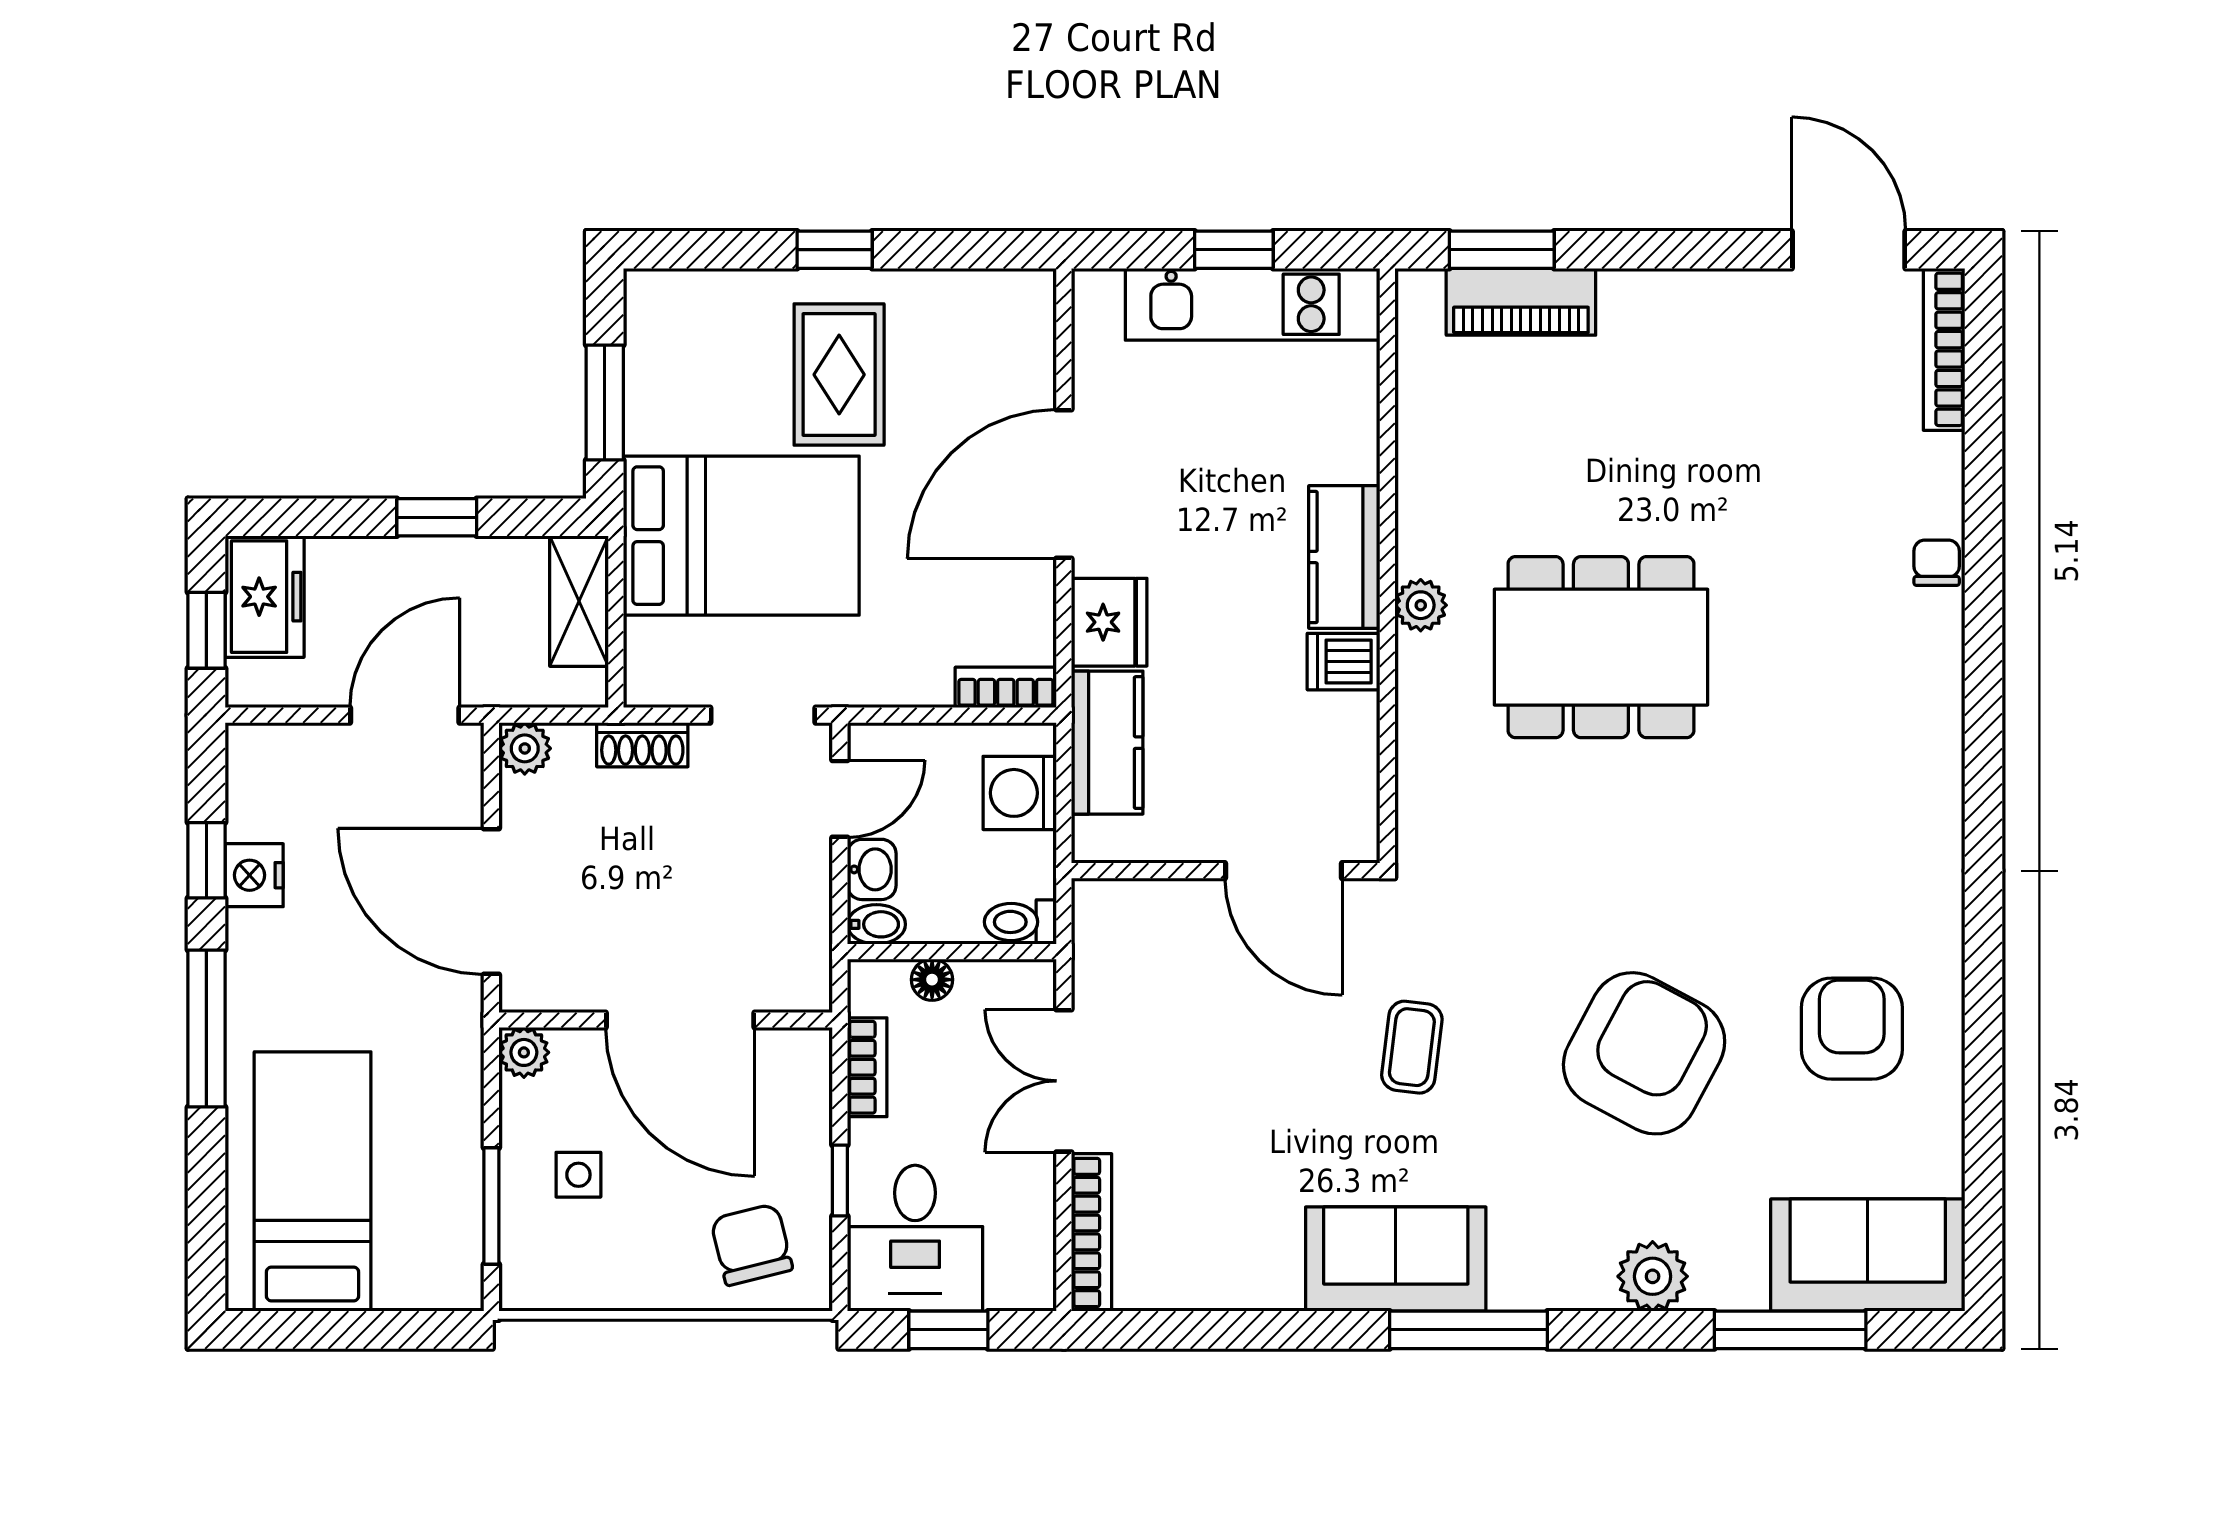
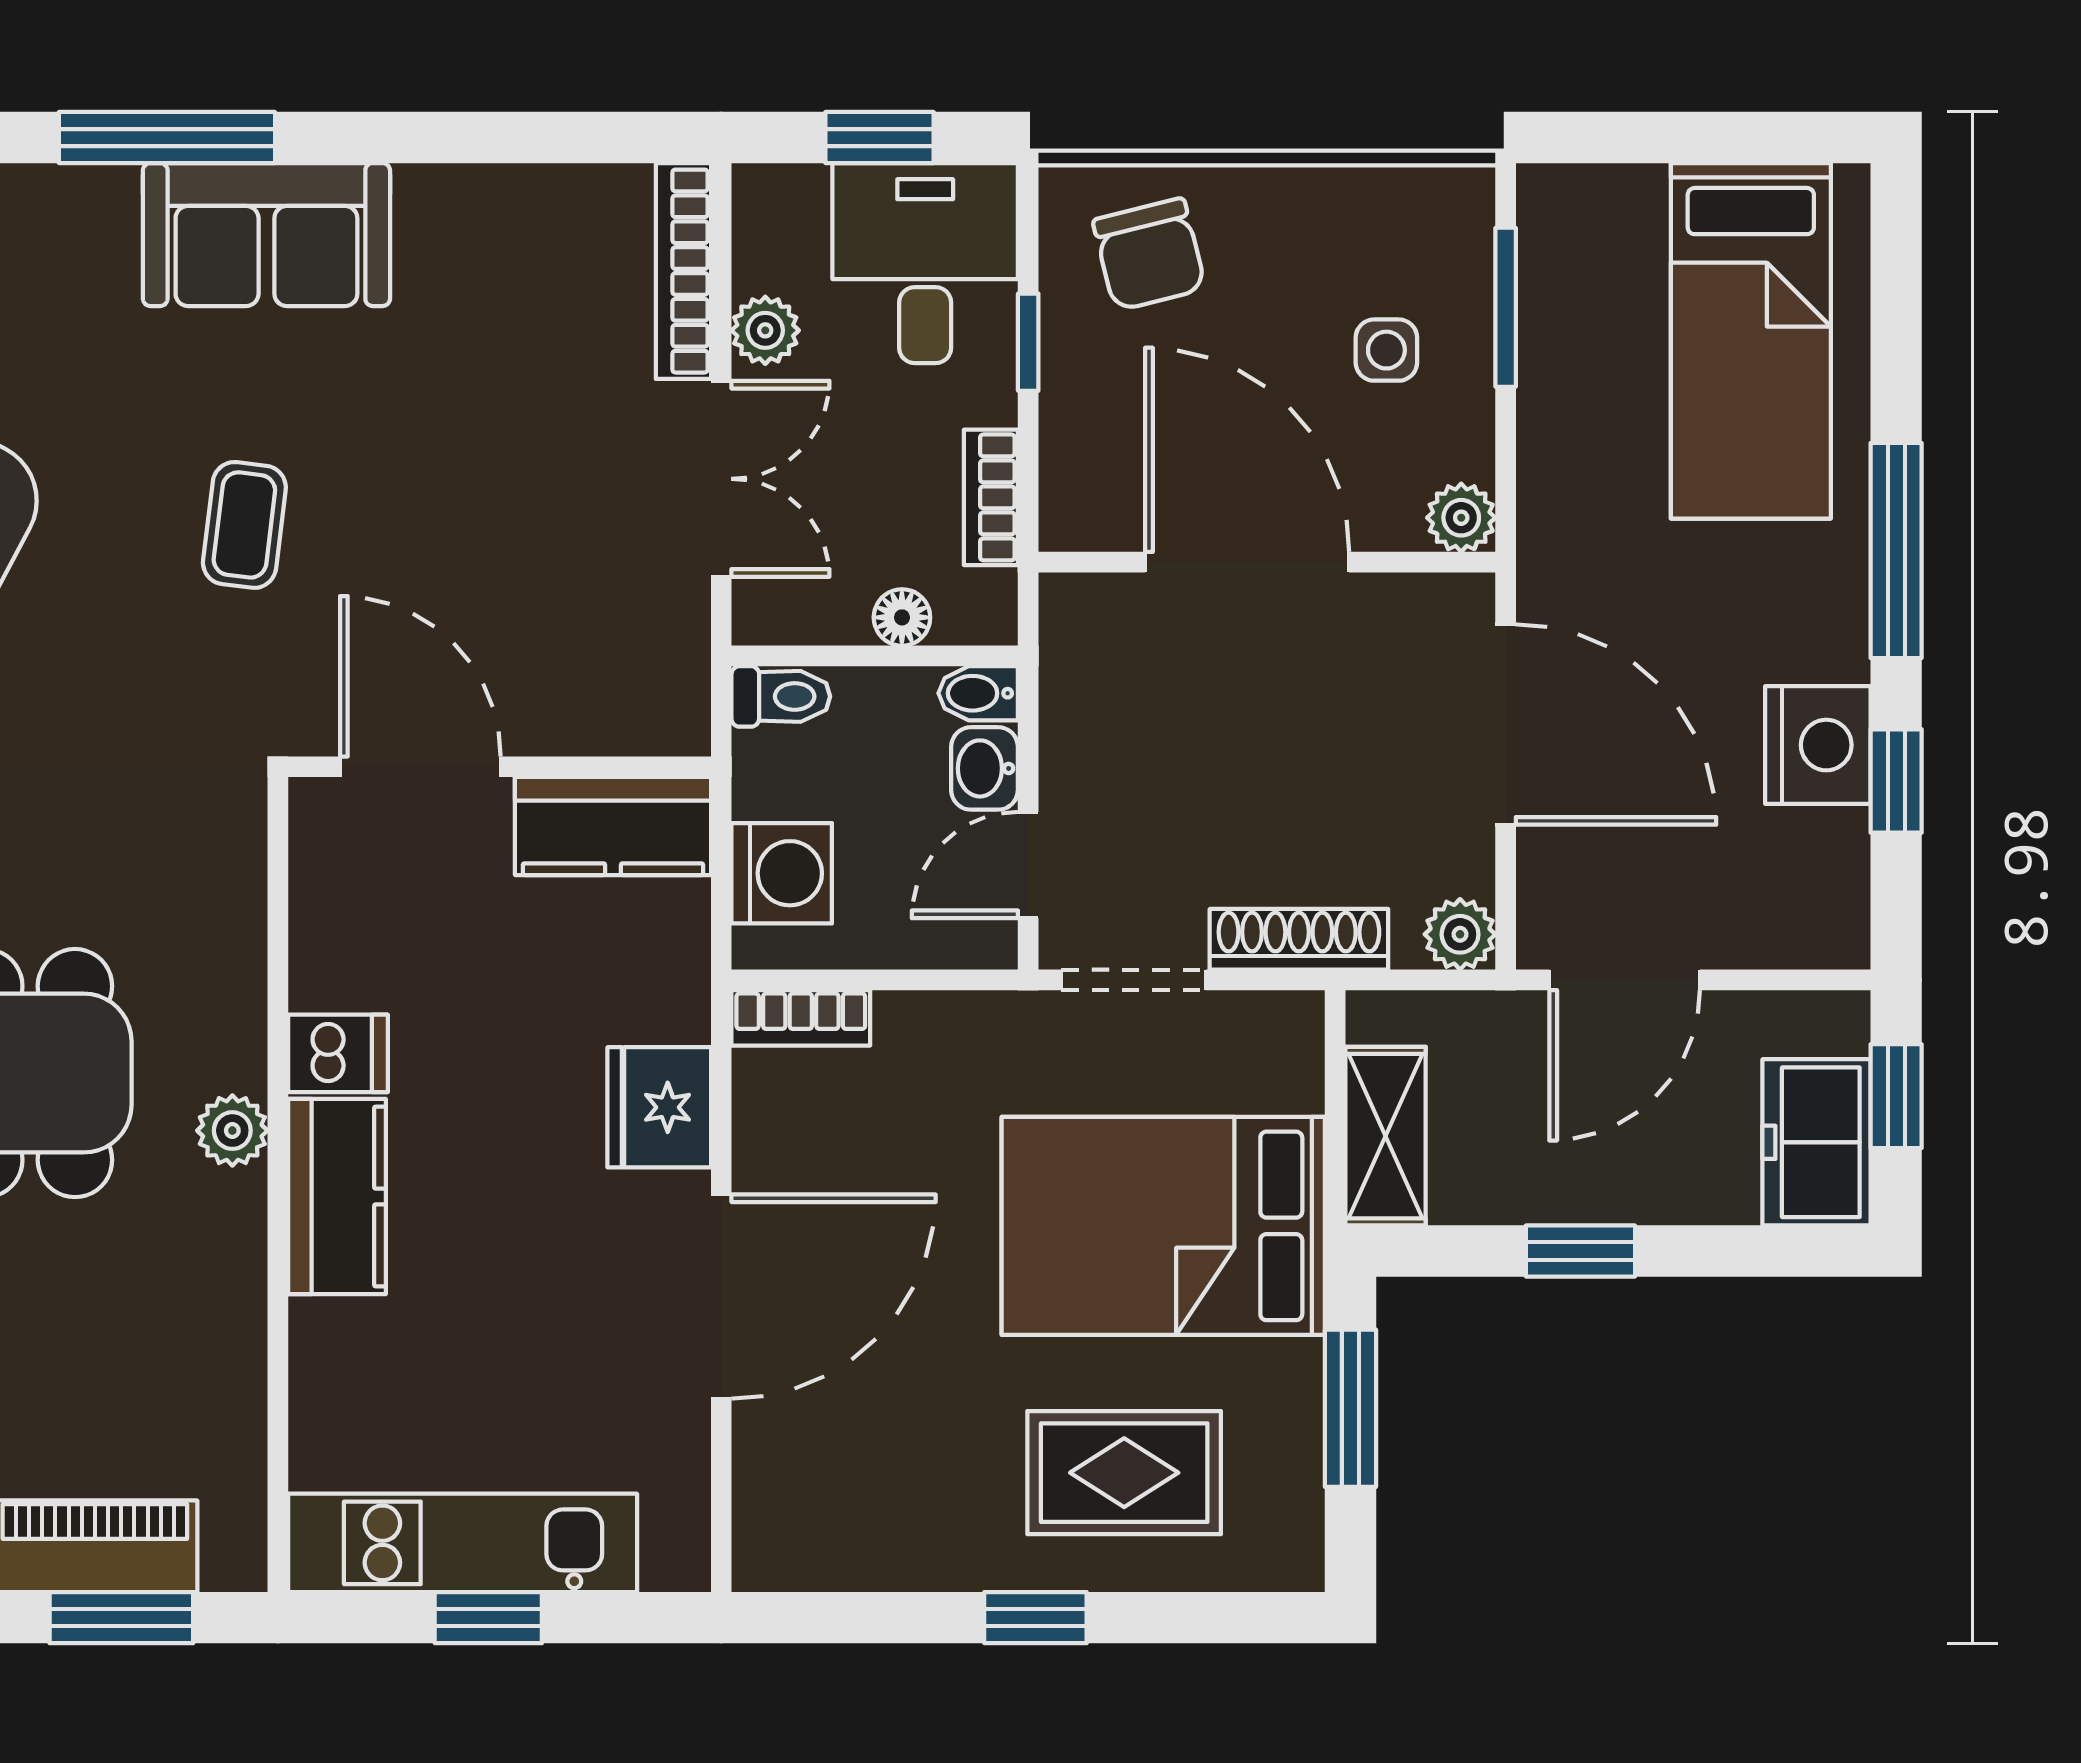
rug: (839, 375) -> (1124, 1473), moved, turned 90
kitchen counter: (1107, 743) -> (613, 826), moved, turned -90
shoe rack: (642, 745) -> (1299, 939), width x1.43
nightstand: (254, 875) -> (1818, 745), width x1.36, depth x1.33
plant: (1032, 1189) -> (765, 330), added

